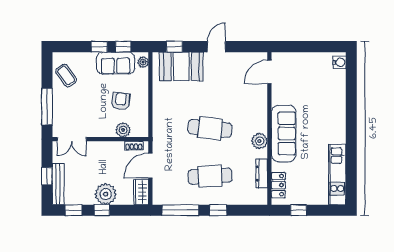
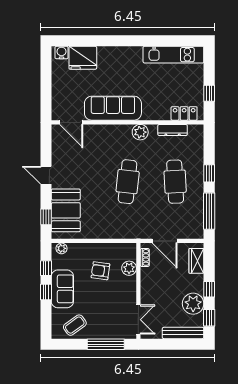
sofa: (116, 63) -> (62, 289), moved
fridge: (334, 84) -> (83, 58), added
sofa: (284, 133) -> (113, 108), moved
window: (47, 176) -> (175, 344), removed
wardrobe: (141, 192) -> (196, 261), moved, turned 90
plant: (106, 194) -> (193, 304), moved

